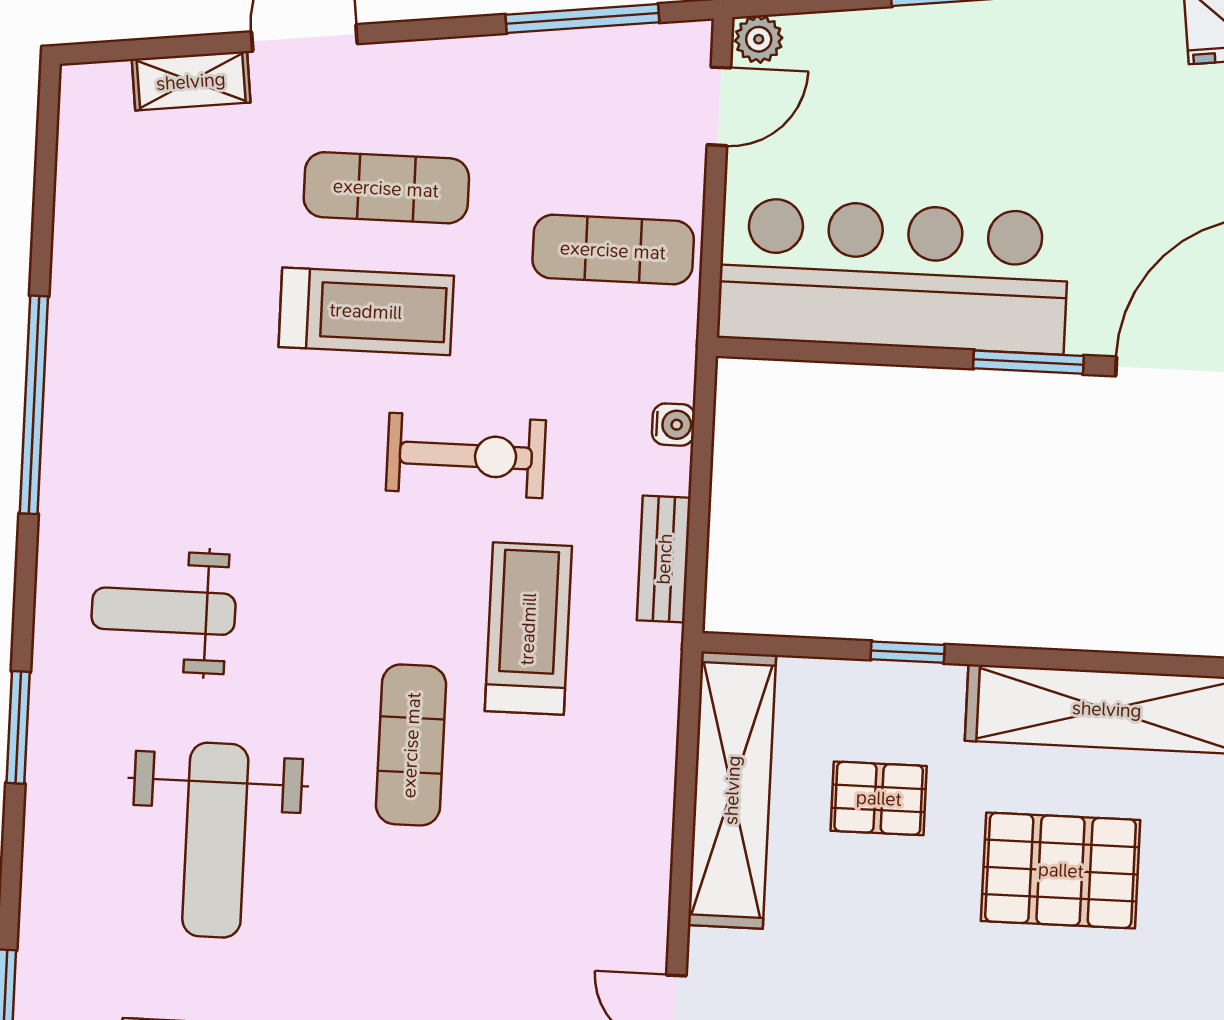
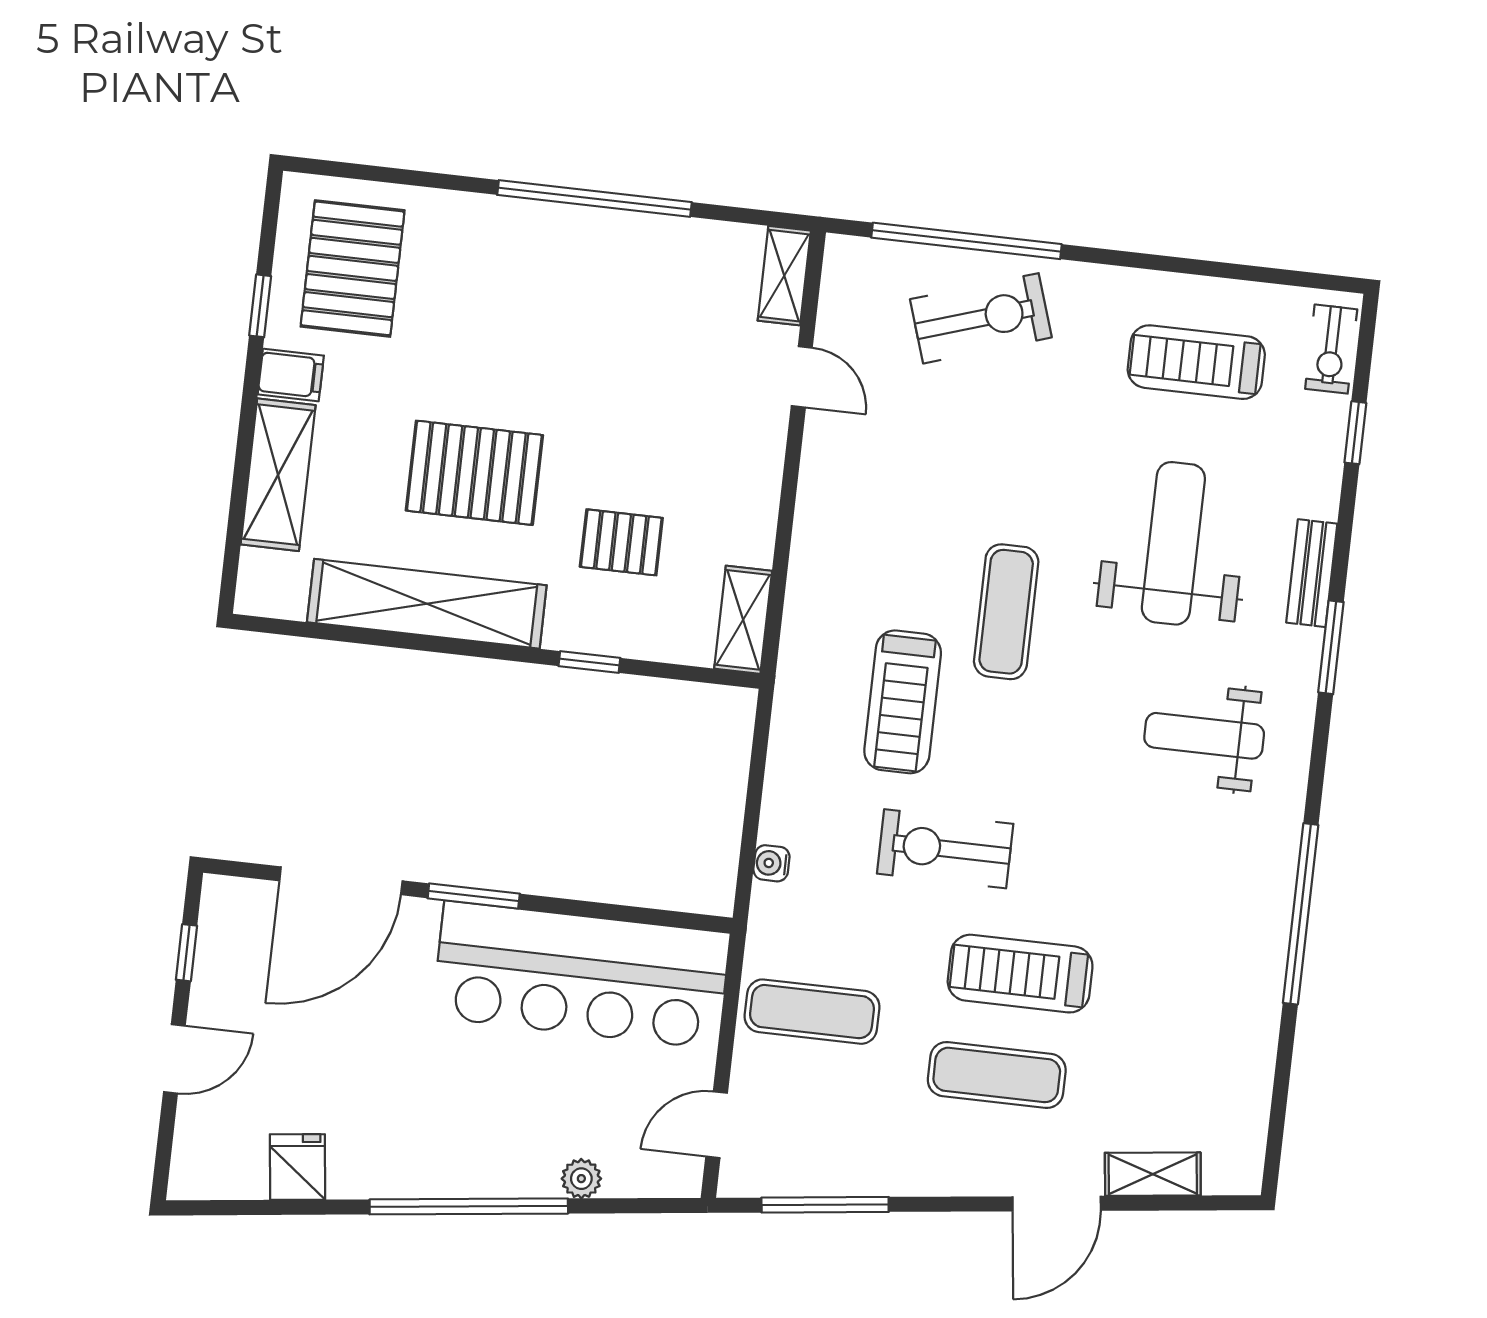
plant: (759, 39) -> (581, 1179), moved
bench: (664, 559) -> (1312, 573), moved
weight bench: (164, 611) -> (1204, 736), turned 180
shelving: (732, 790) -> (743, 620), width x0.45, depth x0.75

